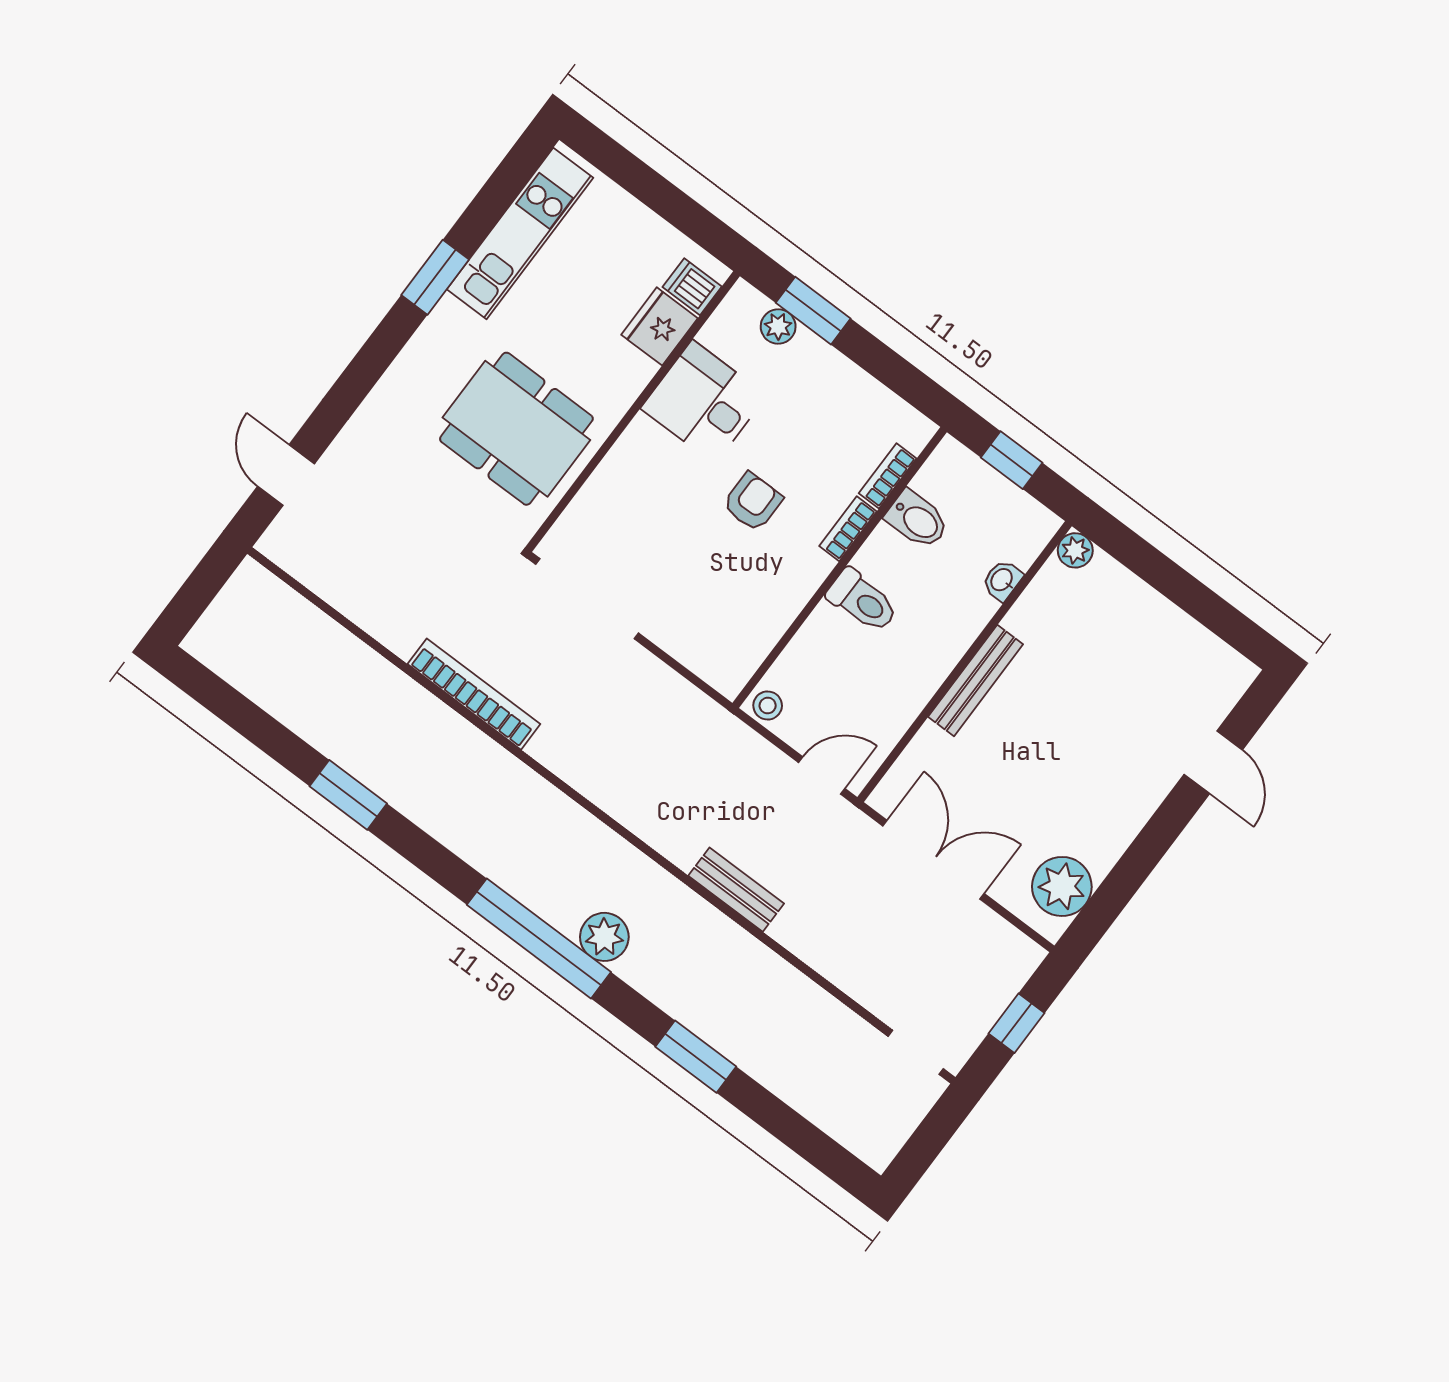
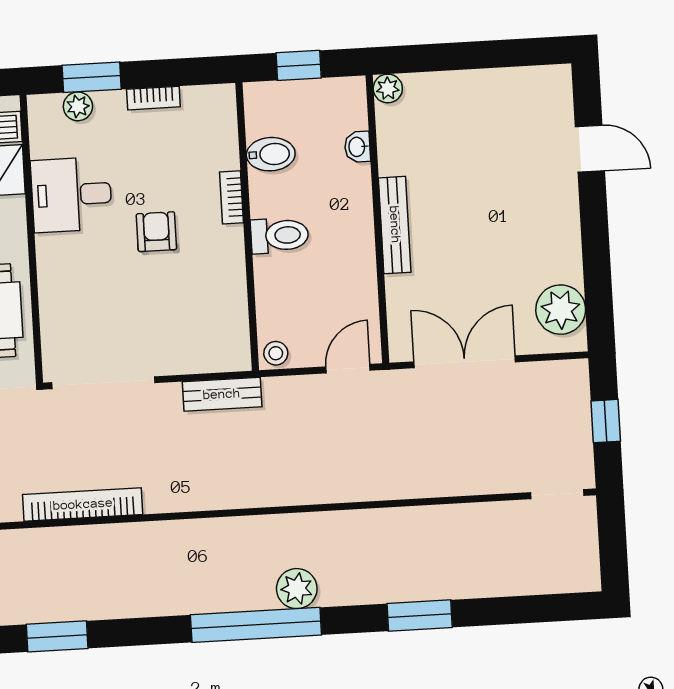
bookcase: (888, 476) -> (153, 98), moved, turned -90
bench: (736, 890) -> (222, 394), moved

